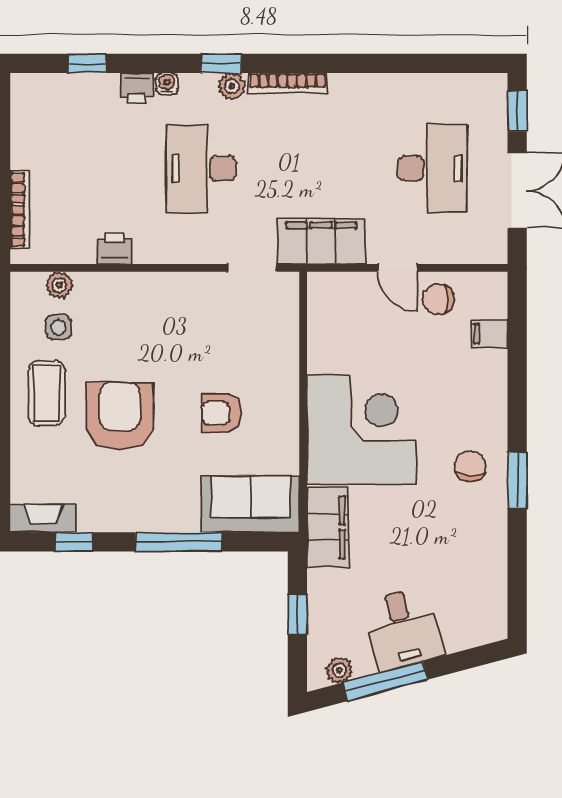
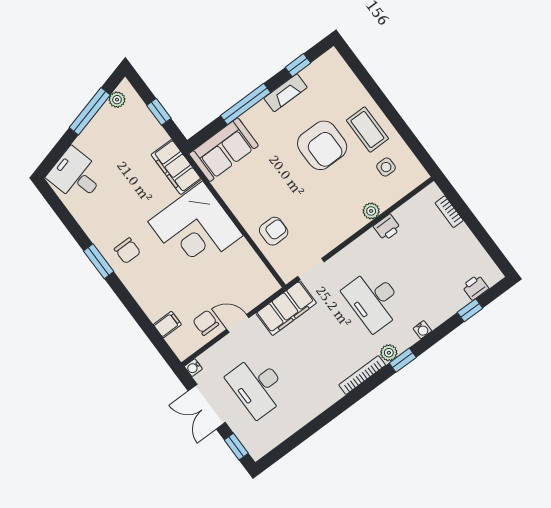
printer: (137, 88) -> (475, 287), moved
desk: (201, 168) -> (374, 300), turned 180
bookcase: (20, 210) -> (449, 212), width x0.64
water cooler: (497, 253) -> (193, 368), added
plant: (59, 285) -> (371, 211), moved
chair: (438, 299) -> (206, 323), turned -90
armchair: (221, 413) -> (274, 231), moved
fireplace: (43, 518) -> (286, 93), moved
desk: (403, 629) -> (76, 175), moved

